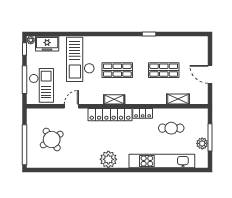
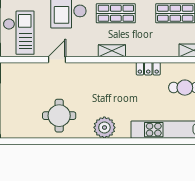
locker: (110, 115) -> (107, 70), removed
round table: (52, 140) -> (59, 116), moved, turned 33

